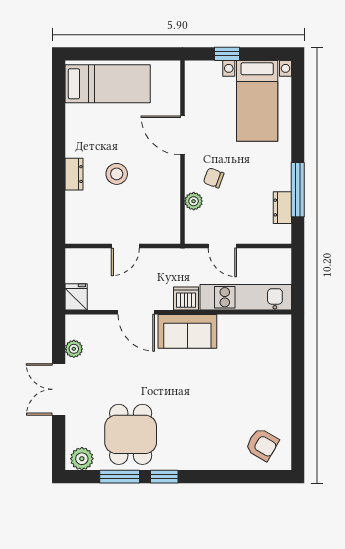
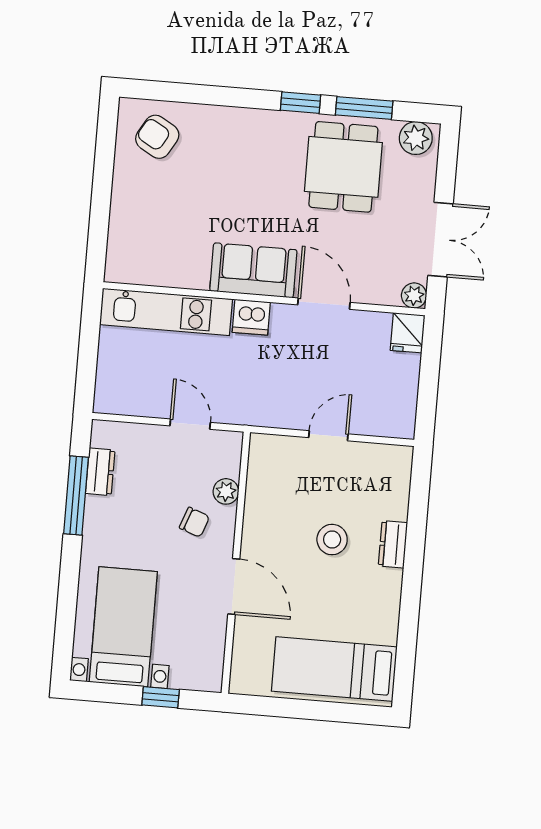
fridge: (76, 297) -> (408, 333), moved
kitchen unit: (246, 297) -> (166, 312), moved
dishwasher: (186, 299) -> (251, 317), moved
door: (136, 312) -> (324, 304), moved
wall: (178, 312) -> (264, 299), moved
sofa: (187, 331) -> (253, 270), moved

